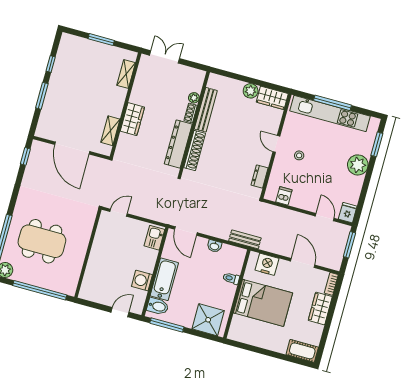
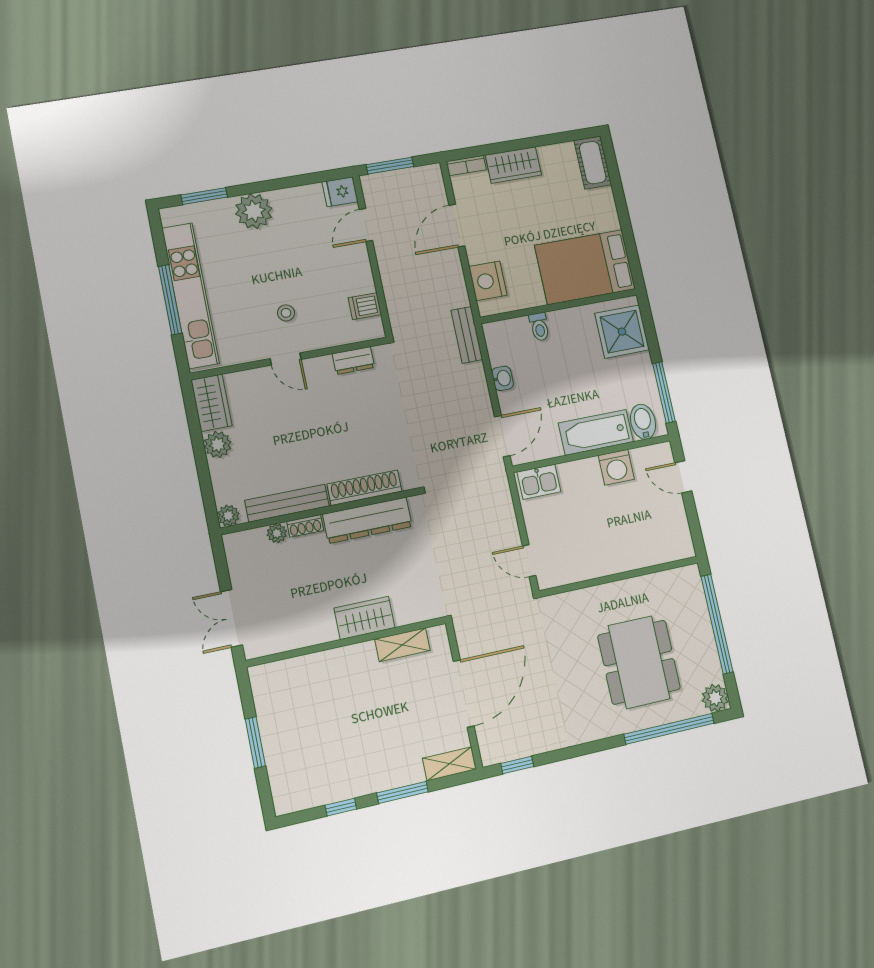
shelving: (126, 74) -> (449, 764), moved
plant: (214, 79) -> (228, 516), added
door: (276, 144) -> (286, 359), hinge flipped
bed: (263, 303) -> (585, 267), moved, turned -90

